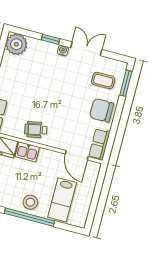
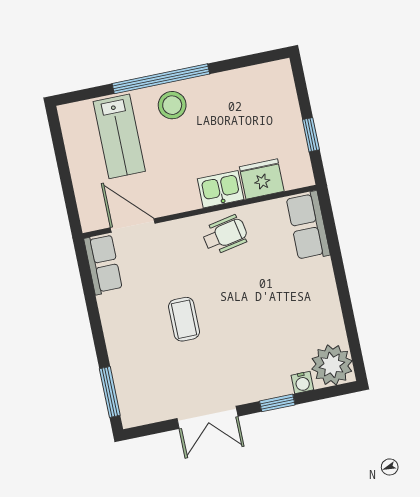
water cooler: (63, 51) -> (302, 382), moved
coffee table: (103, 81) -> (184, 319), moved, turned 90
chair: (102, 110) -> (128, 325), removed
lab bench: (62, 200) -> (119, 136), turned 180

